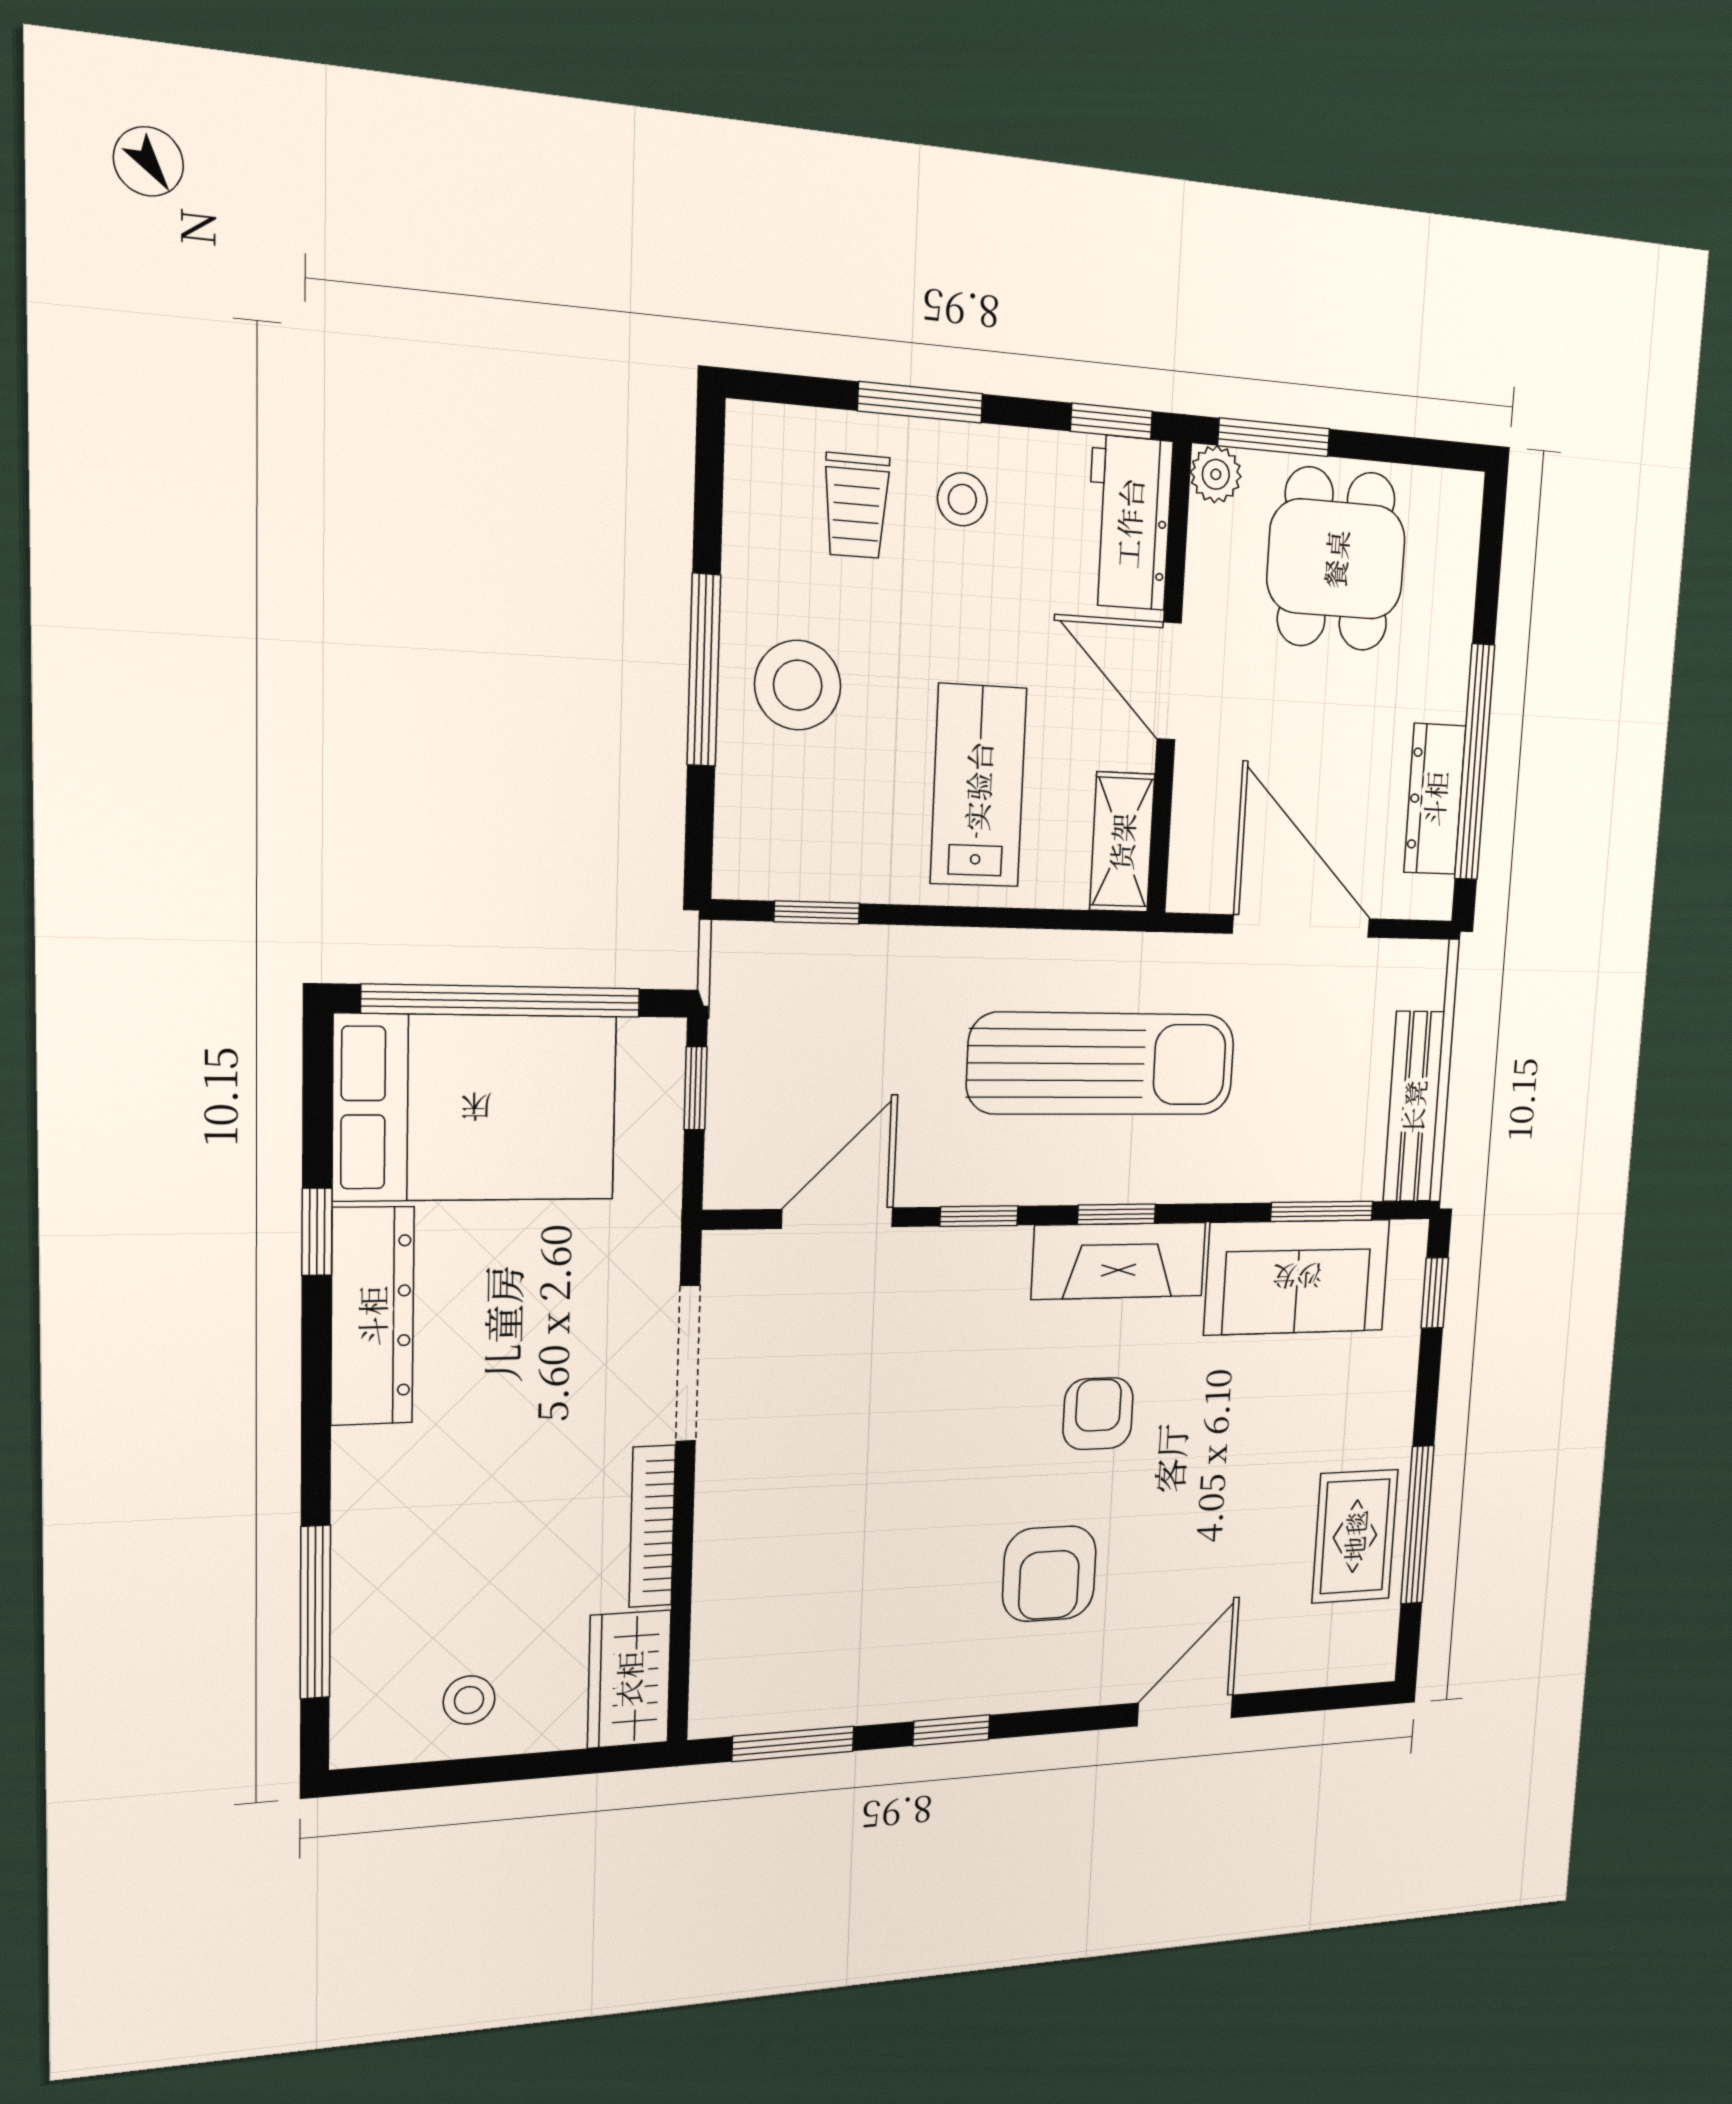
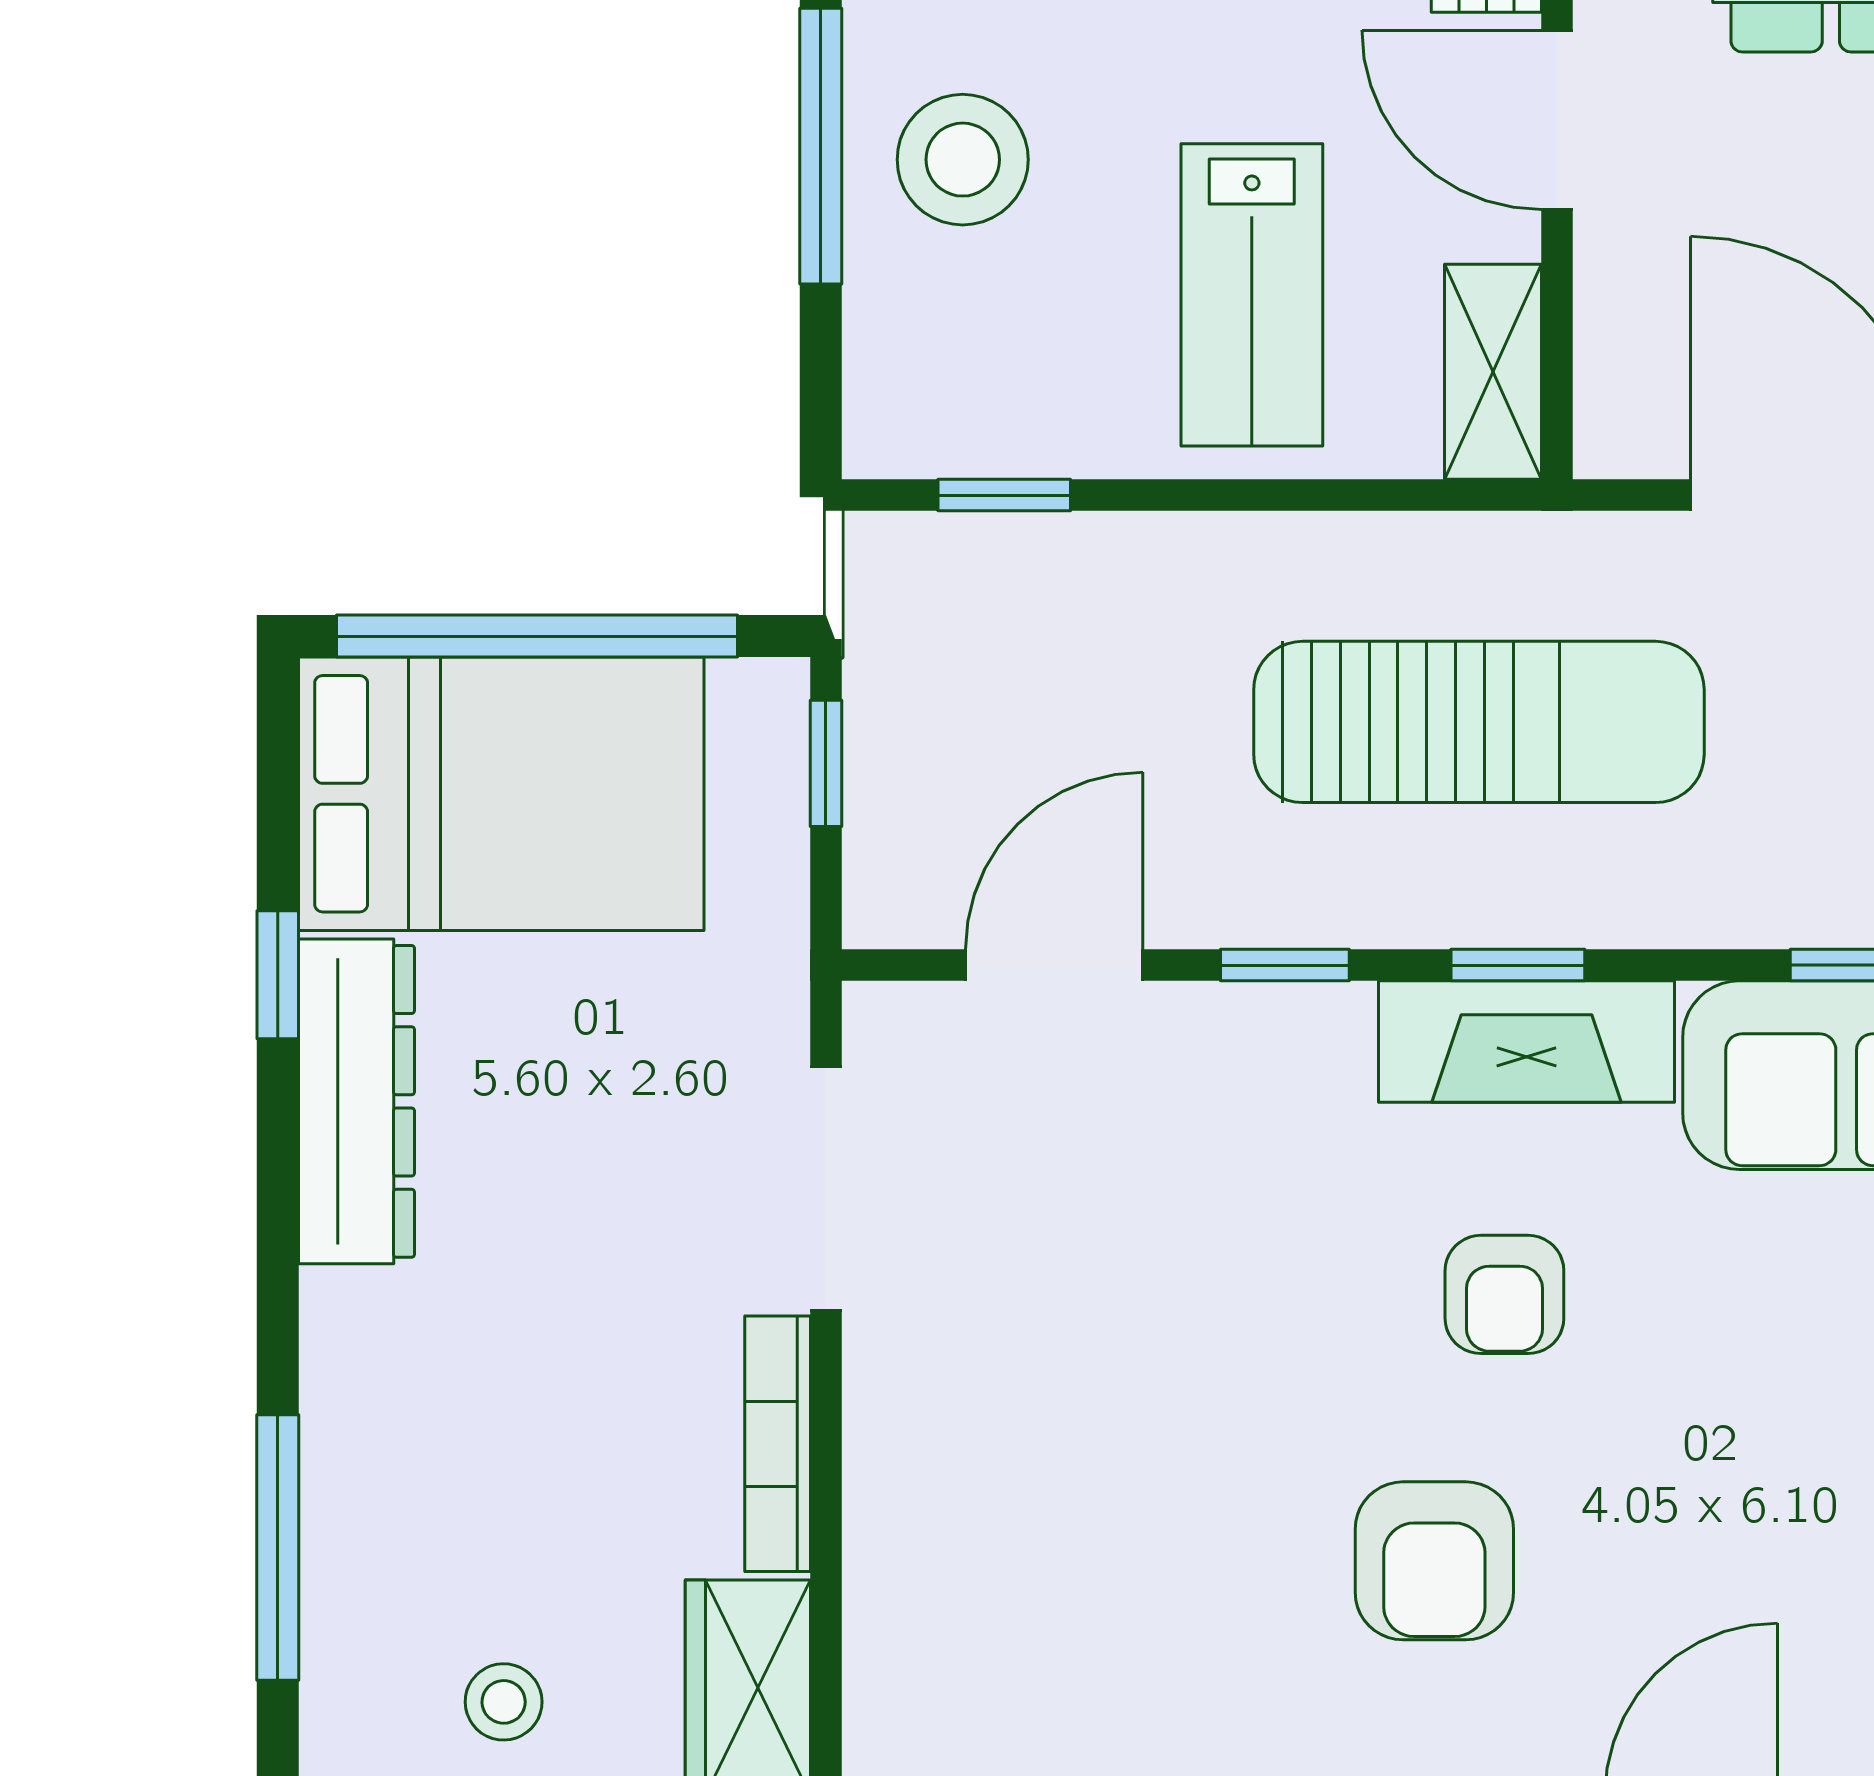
lab bench: (978, 786) -> (1252, 295), turned 180
armchair: (1098, 1414) -> (1504, 1294), turned 180

